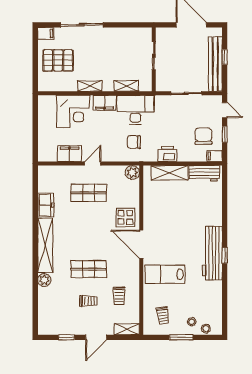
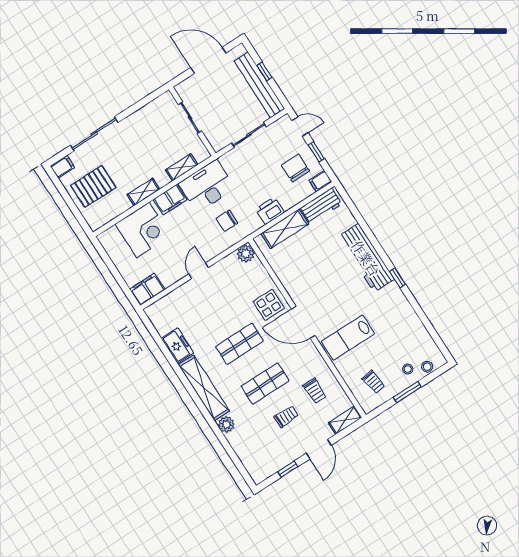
filing cabinet: (70, 154) -> (147, 289), moved
shop shelf: (89, 193) -> (239, 344), moved
workbench: (212, 253) -> (366, 258), moved

